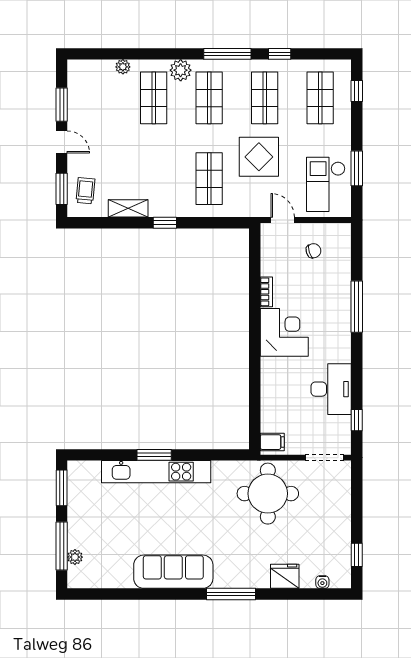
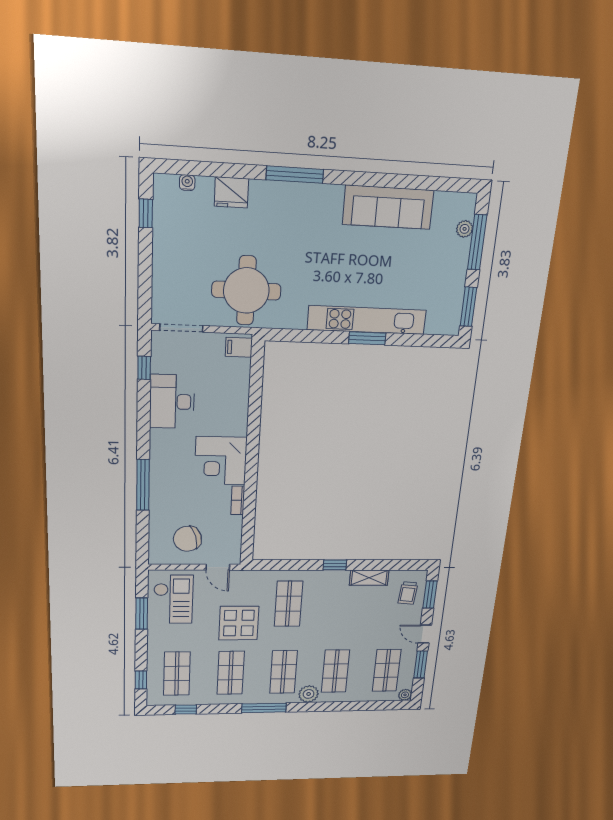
window: (280, 54) -> (186, 710), moved
plant: (123, 67) -> (405, 695), moved
shop shelf: (98, 98) -> (387, 670), added
chair: (313, 251) -> (187, 539), width x1.87, depth x1.87
sofa: (173, 572) -> (388, 207), moved

